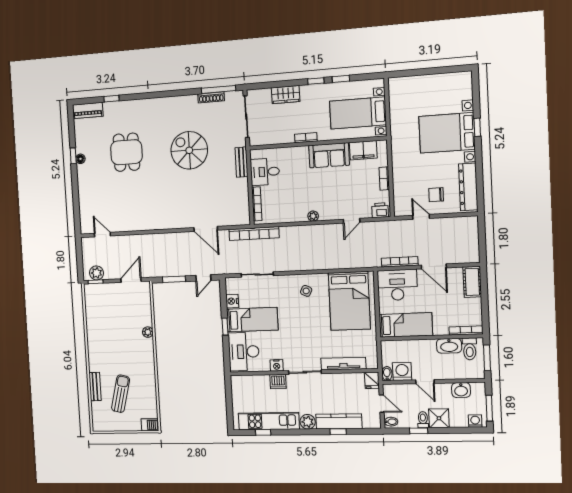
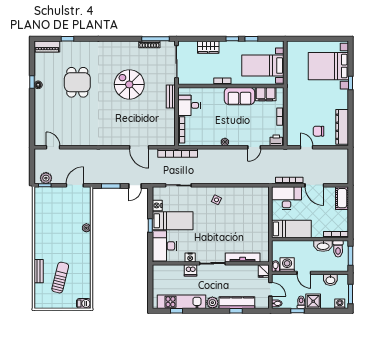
bed with nightstands: (447, 133) -> (328, 66), moved
bed: (349, 301) -> (250, 209), removed

